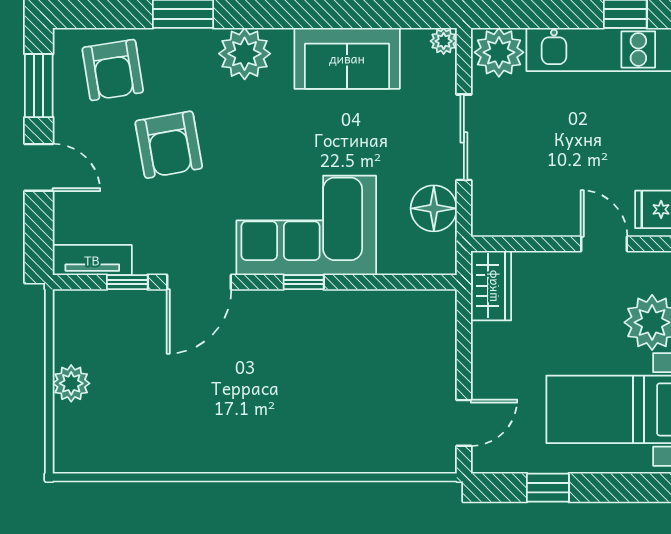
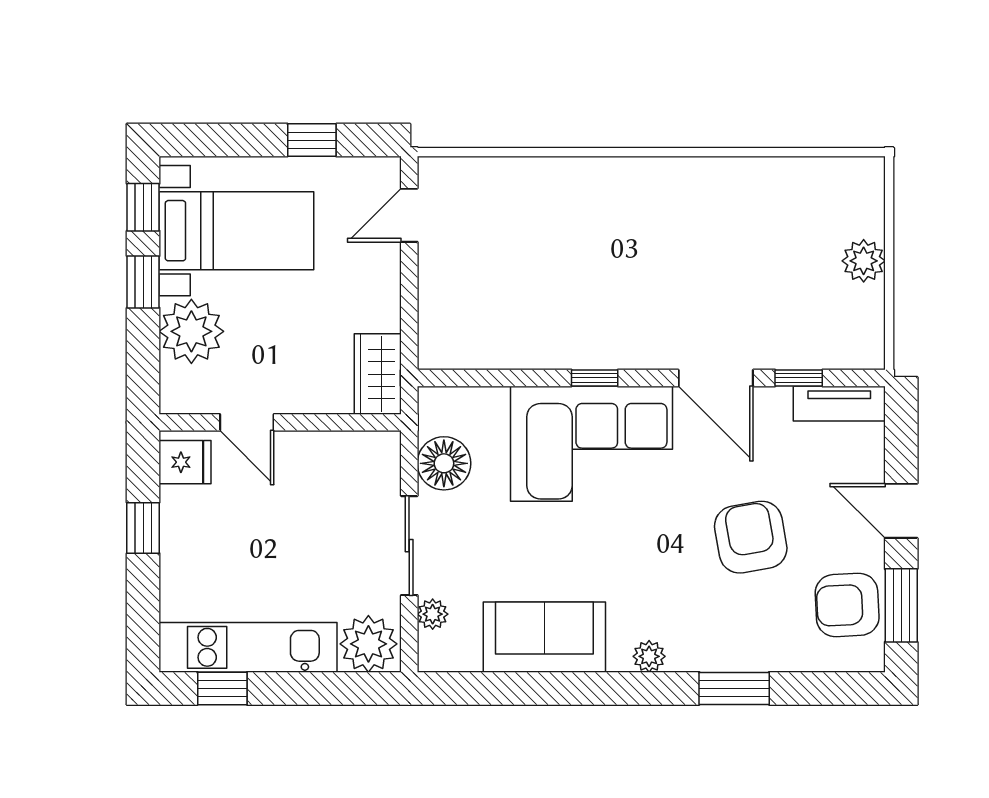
plant: (444, 41) -> (433, 614), moved
plant: (245, 54) -> (649, 656), width x0.53, depth x0.53
armchair: (113, 70) -> (847, 605), moved, turned -84
door: (199, 282) -> (716, 378), swing flipped

